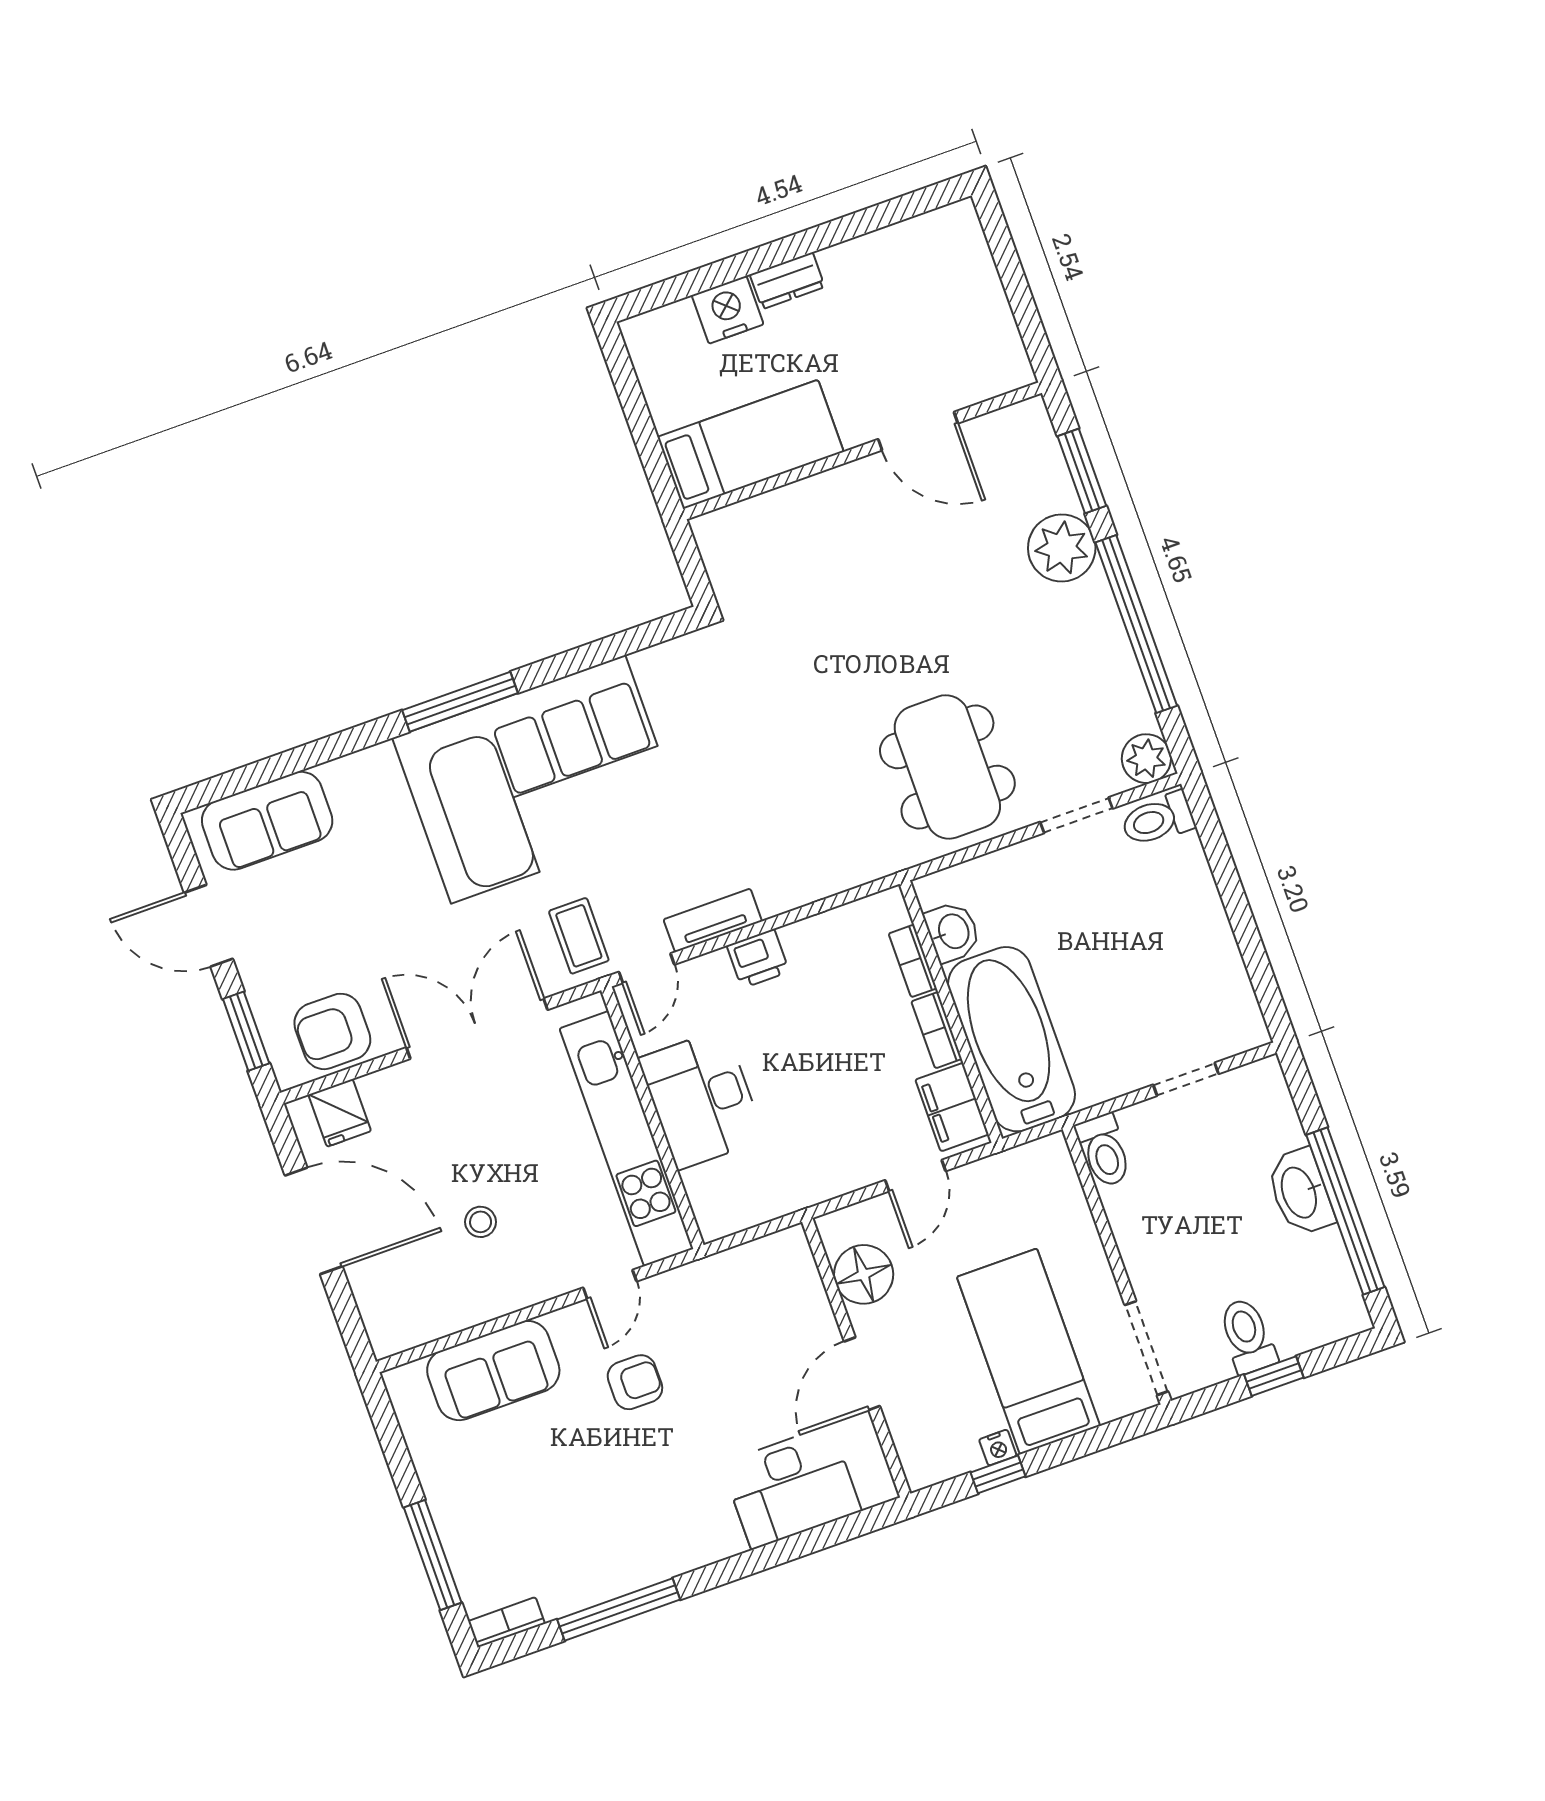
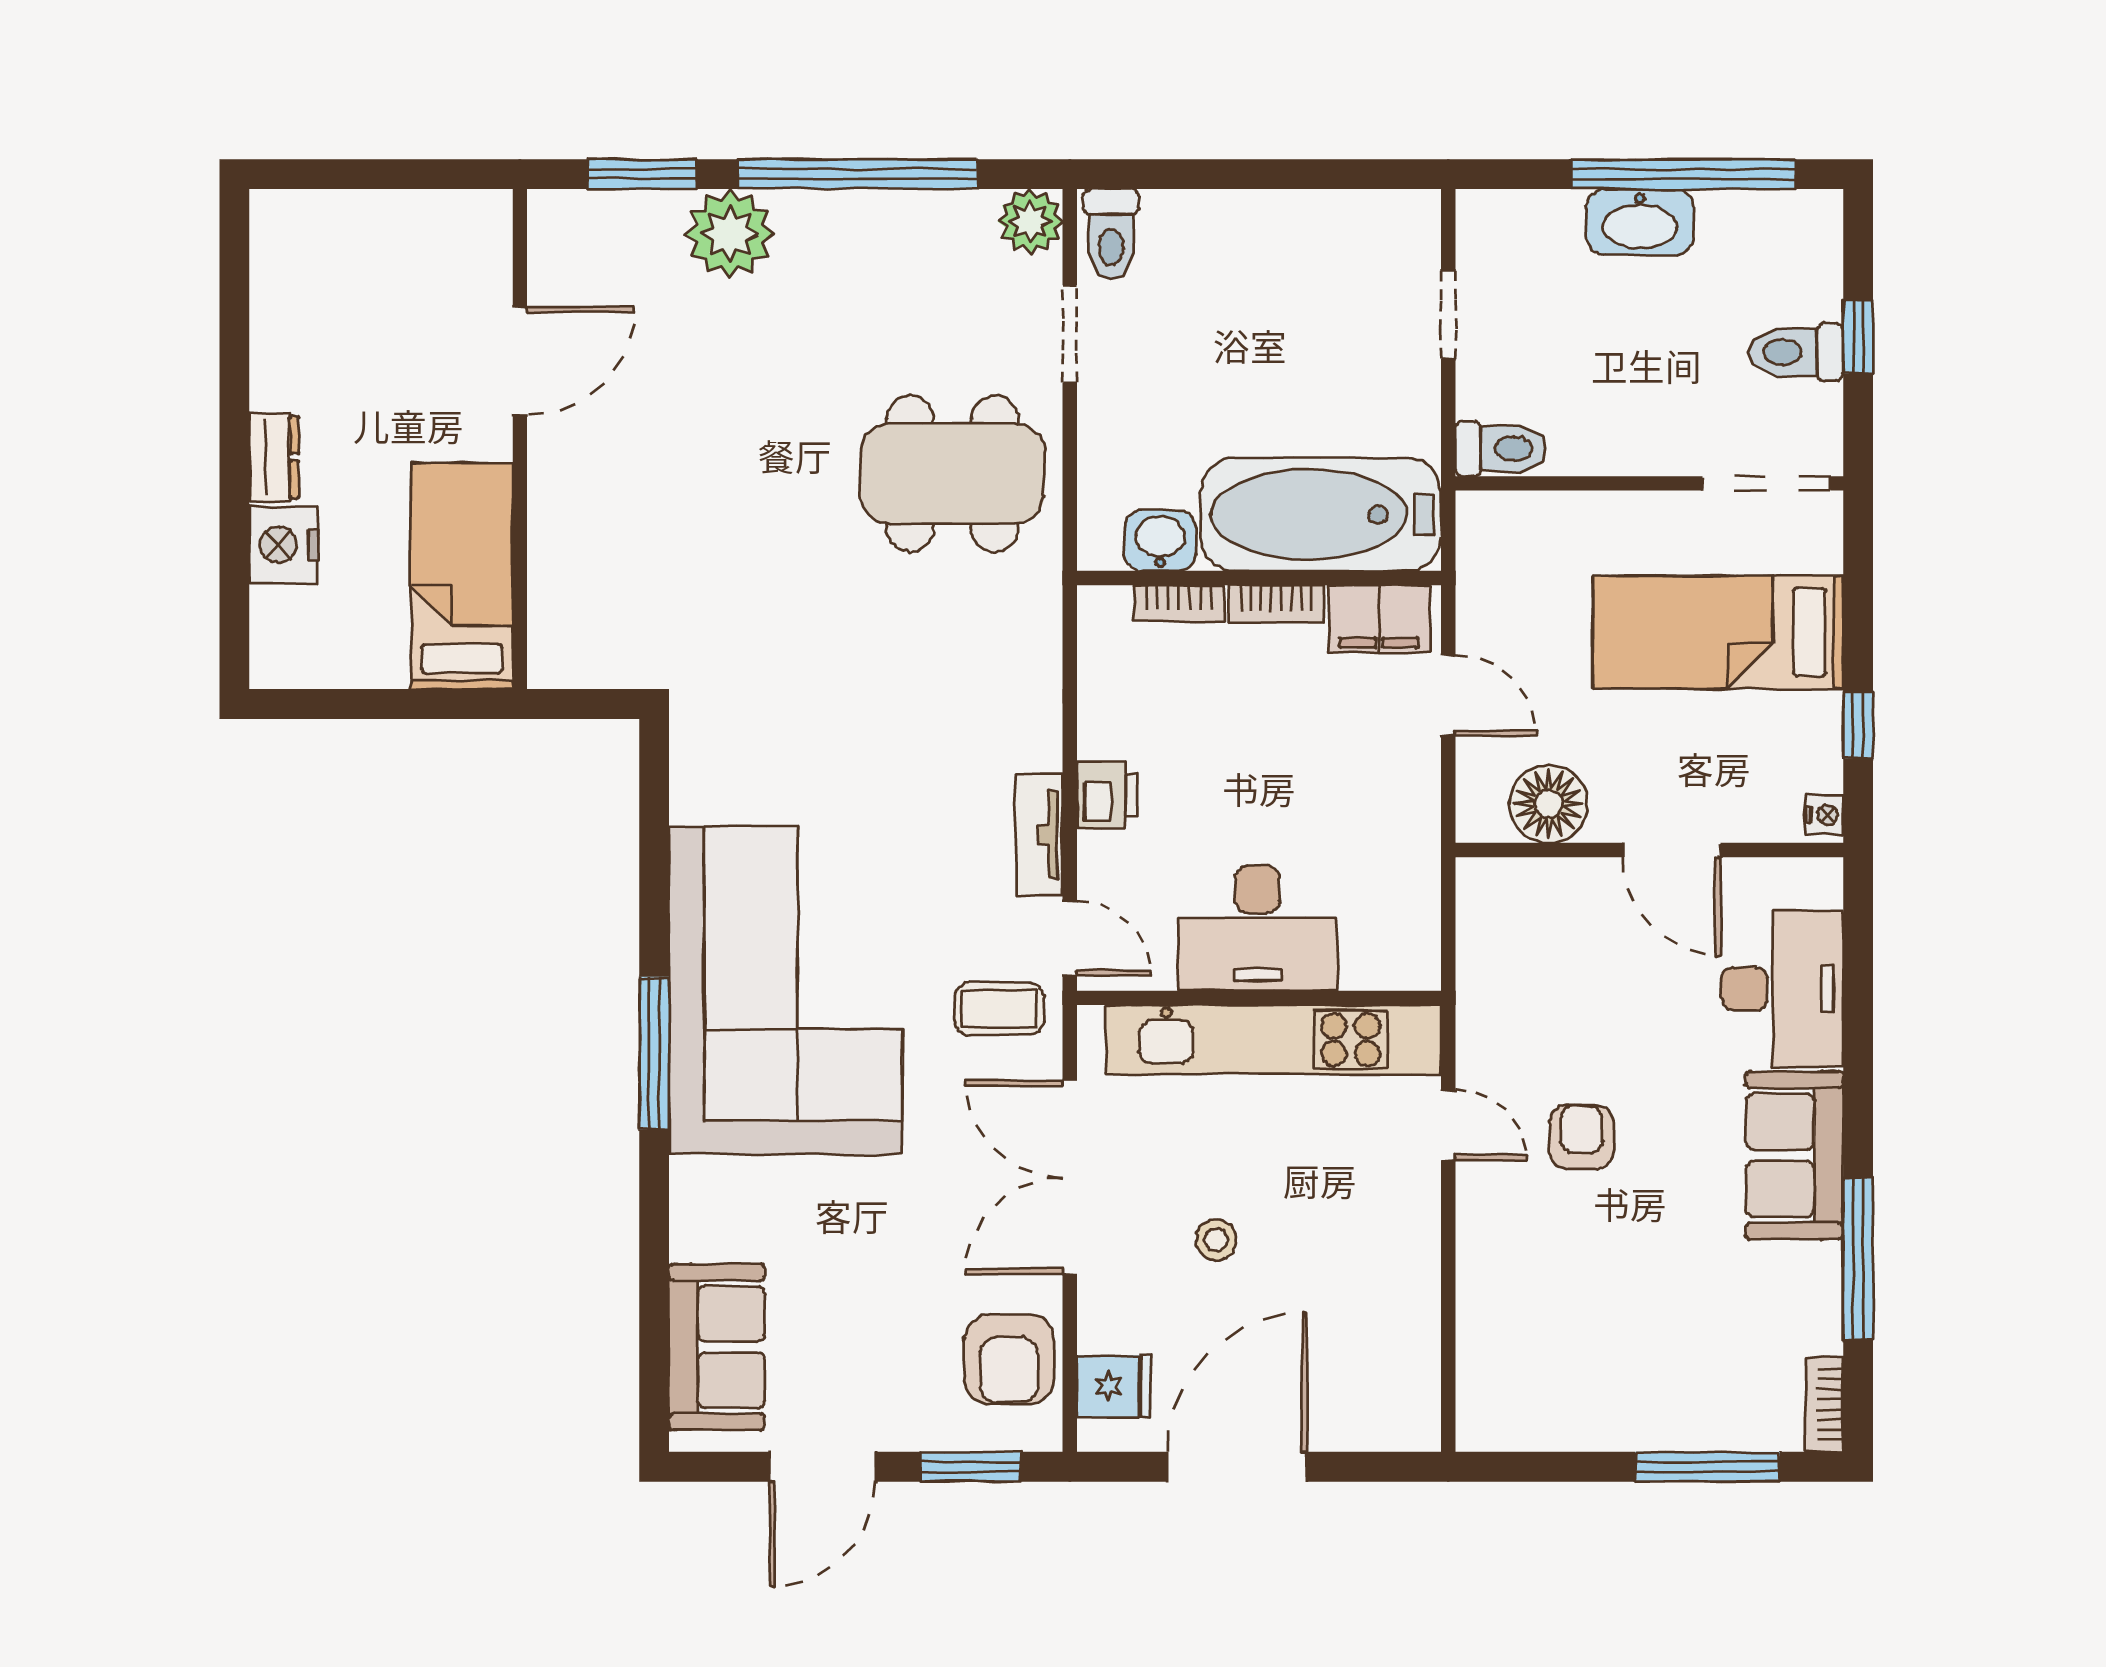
stool: (481, 1222) -> (1216, 1240), moved
sofa: (493, 1371) -> (1795, 1155), moved, turned 180
nightstand: (998, 1448) -> (1824, 815), moved

